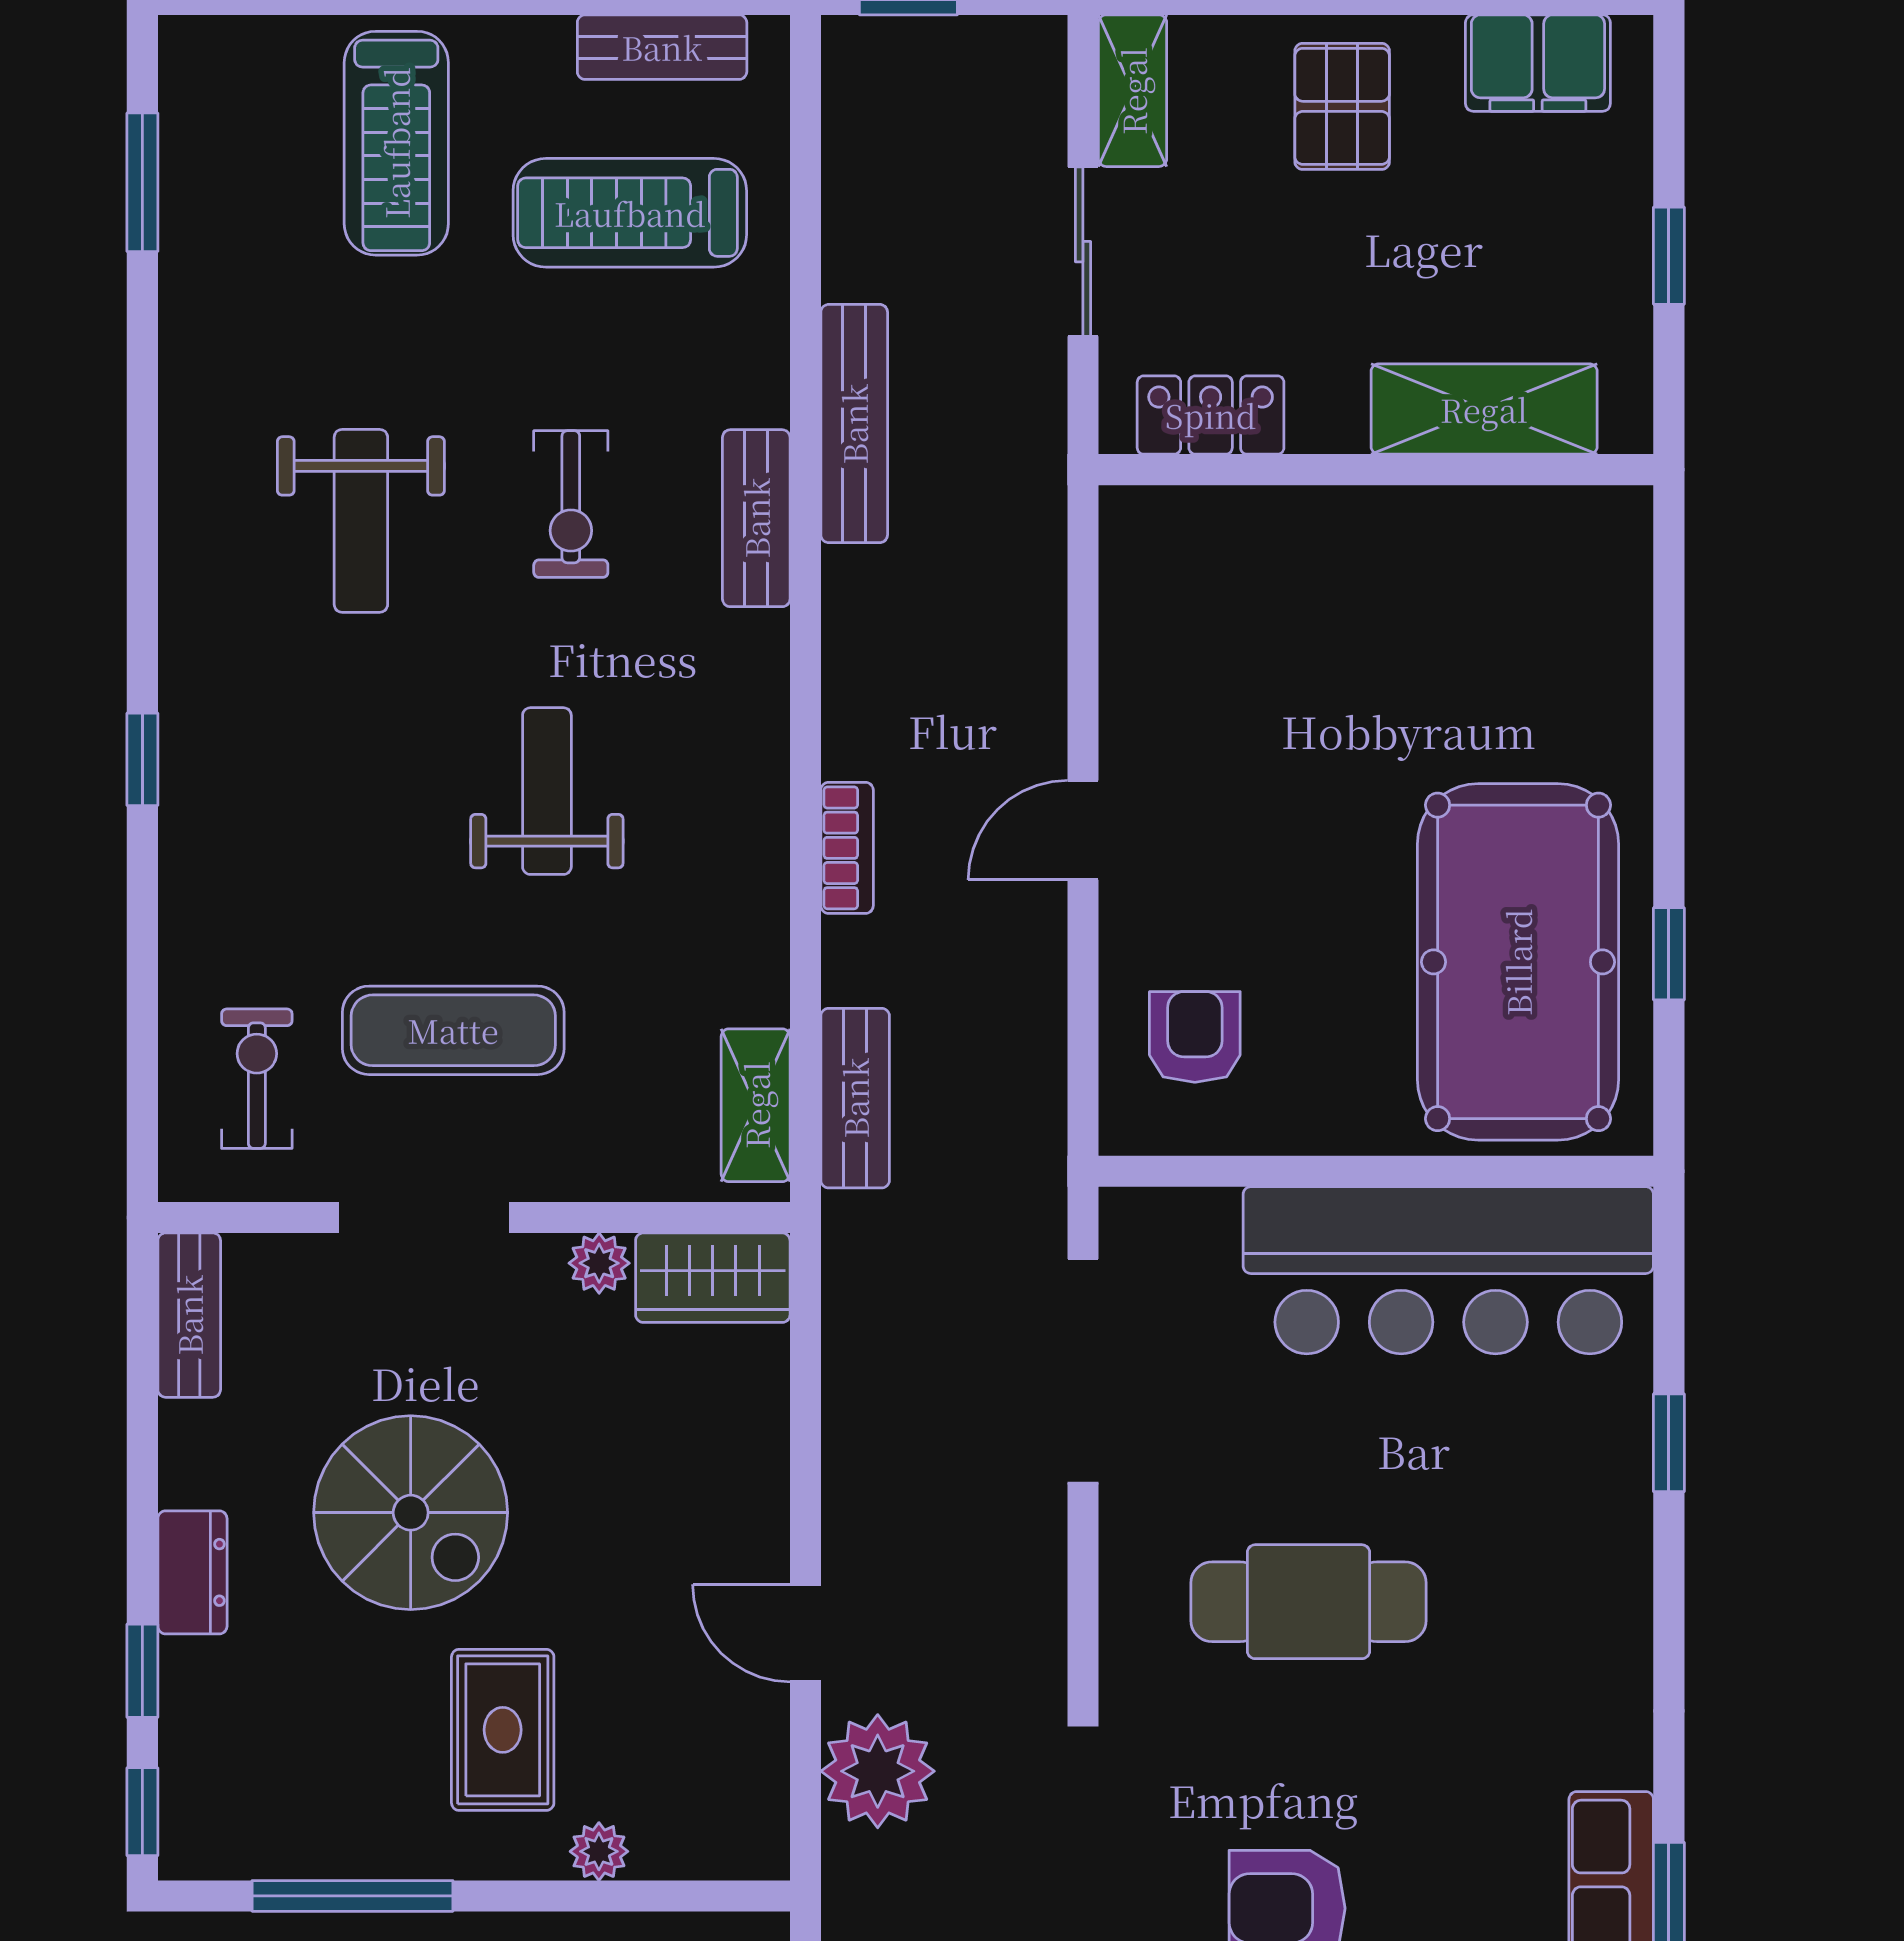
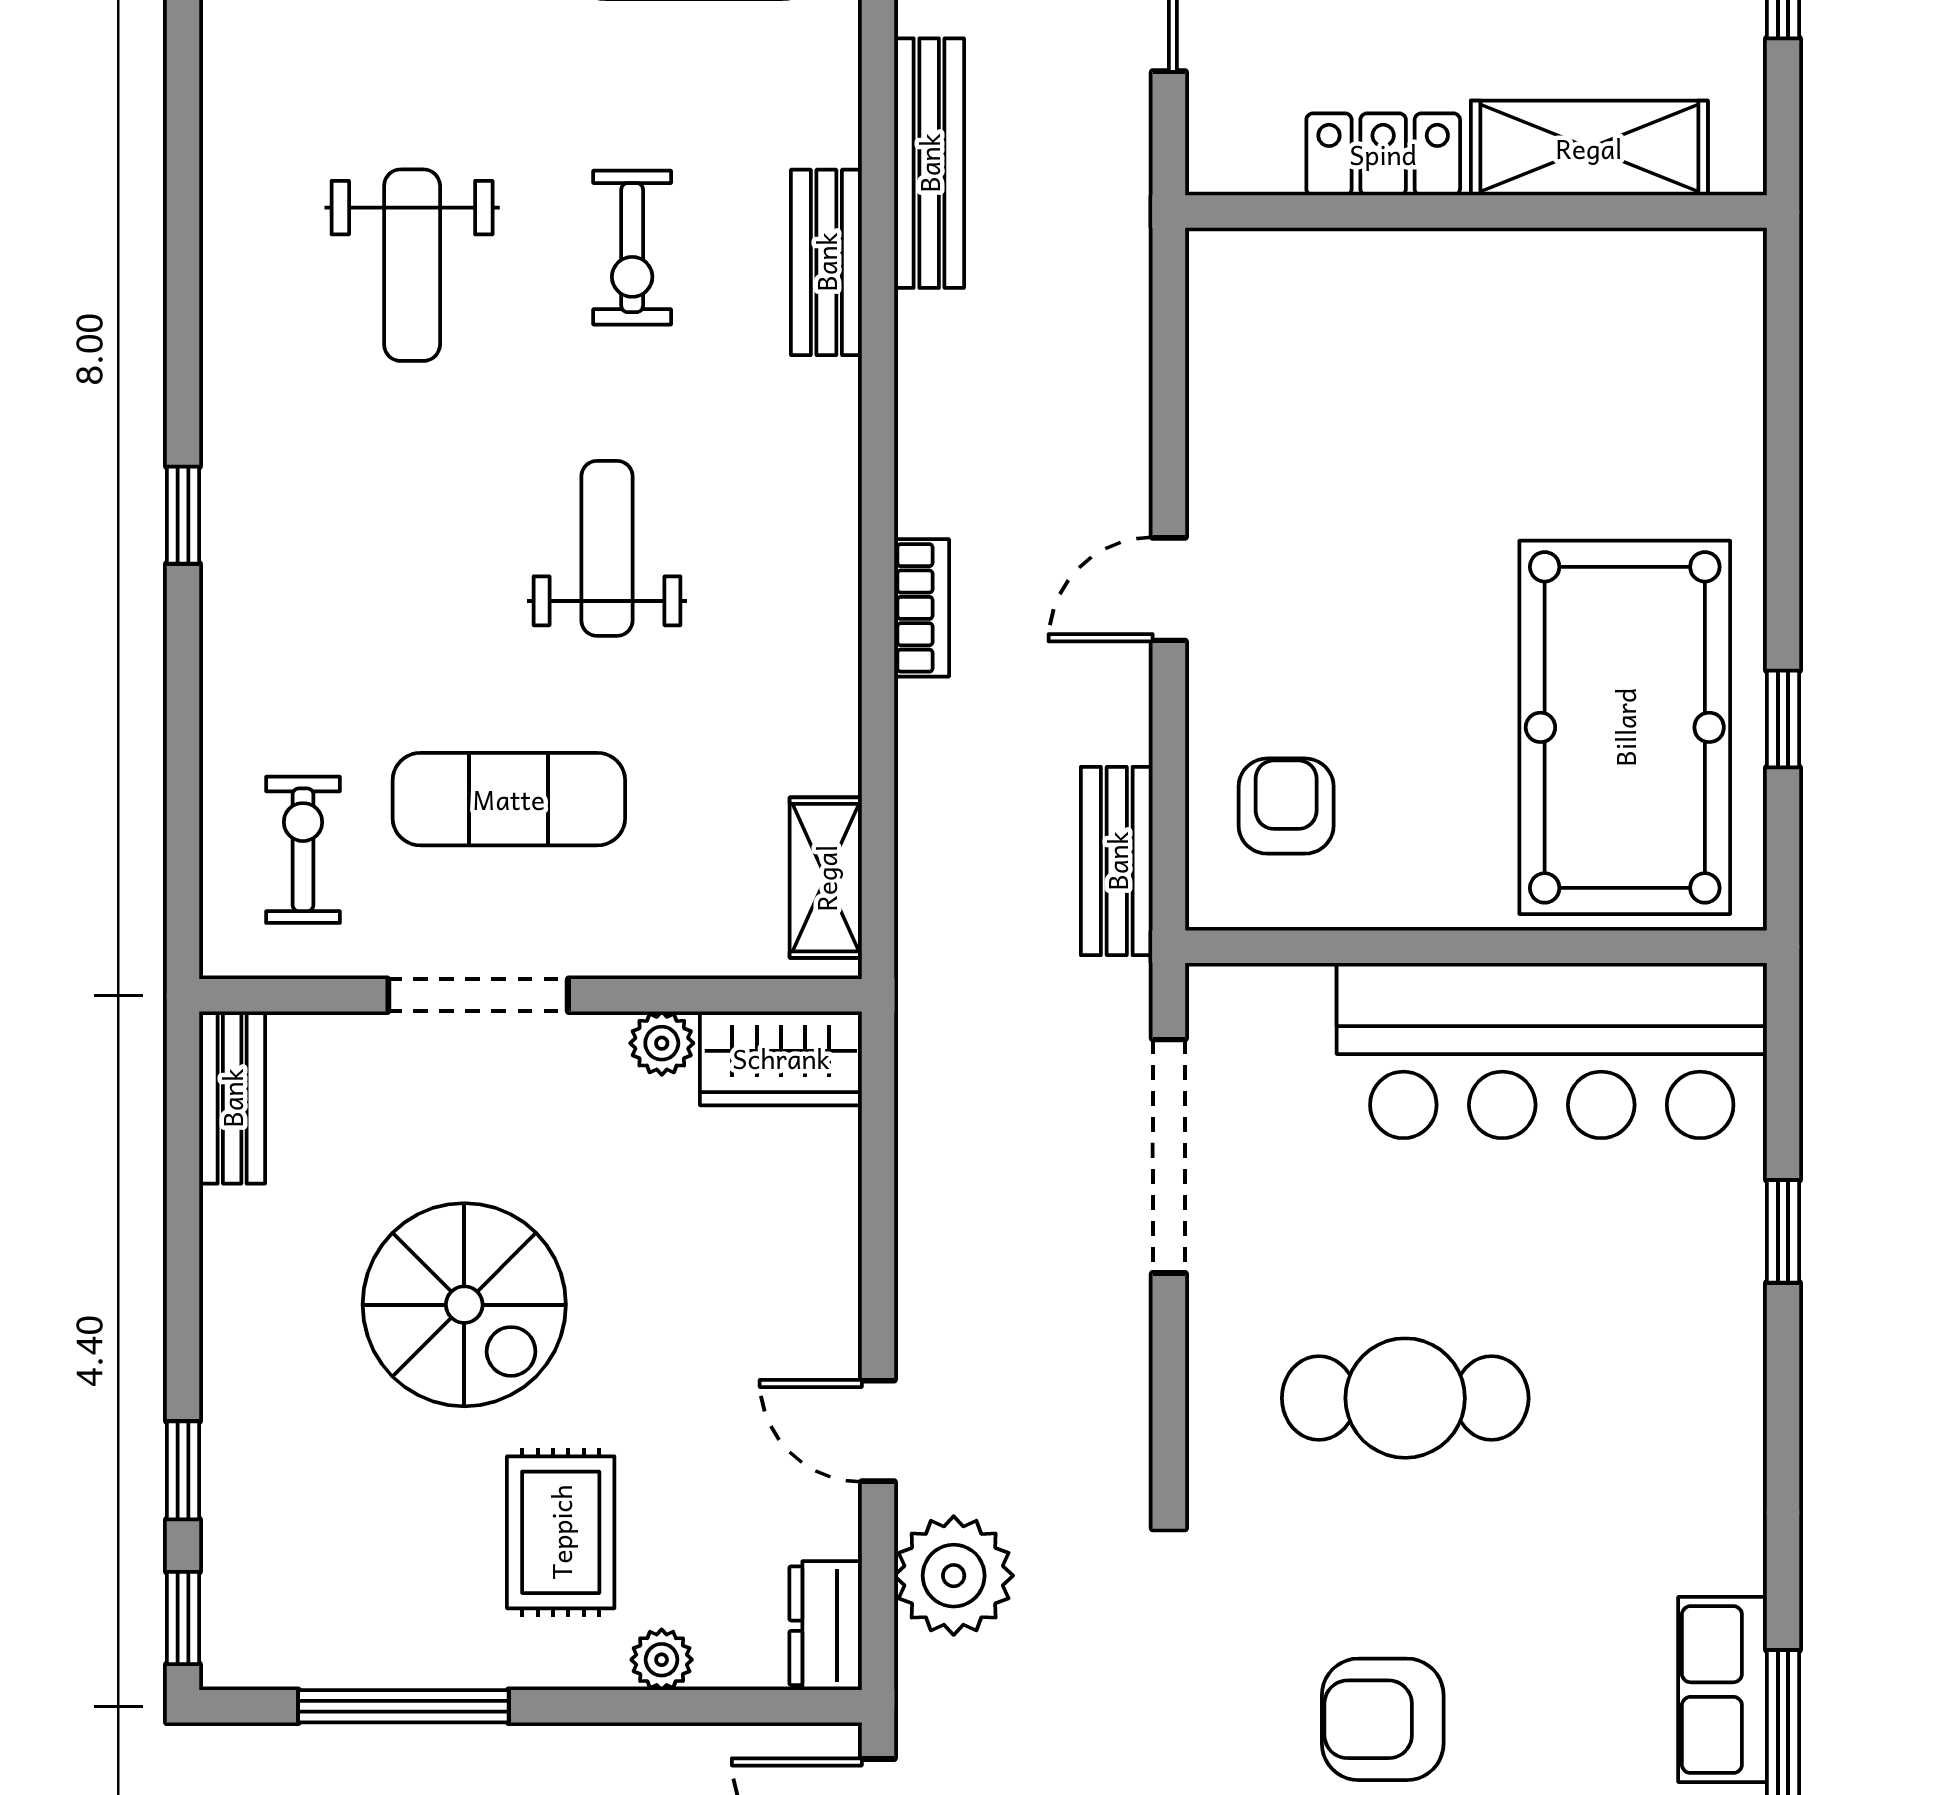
locker: (1211, 415) -> (1383, 154), moved
bench: (855, 1098) -> (1117, 861), moved
dresser: (192, 1572) -> (826, 1626), moved, turned 180

